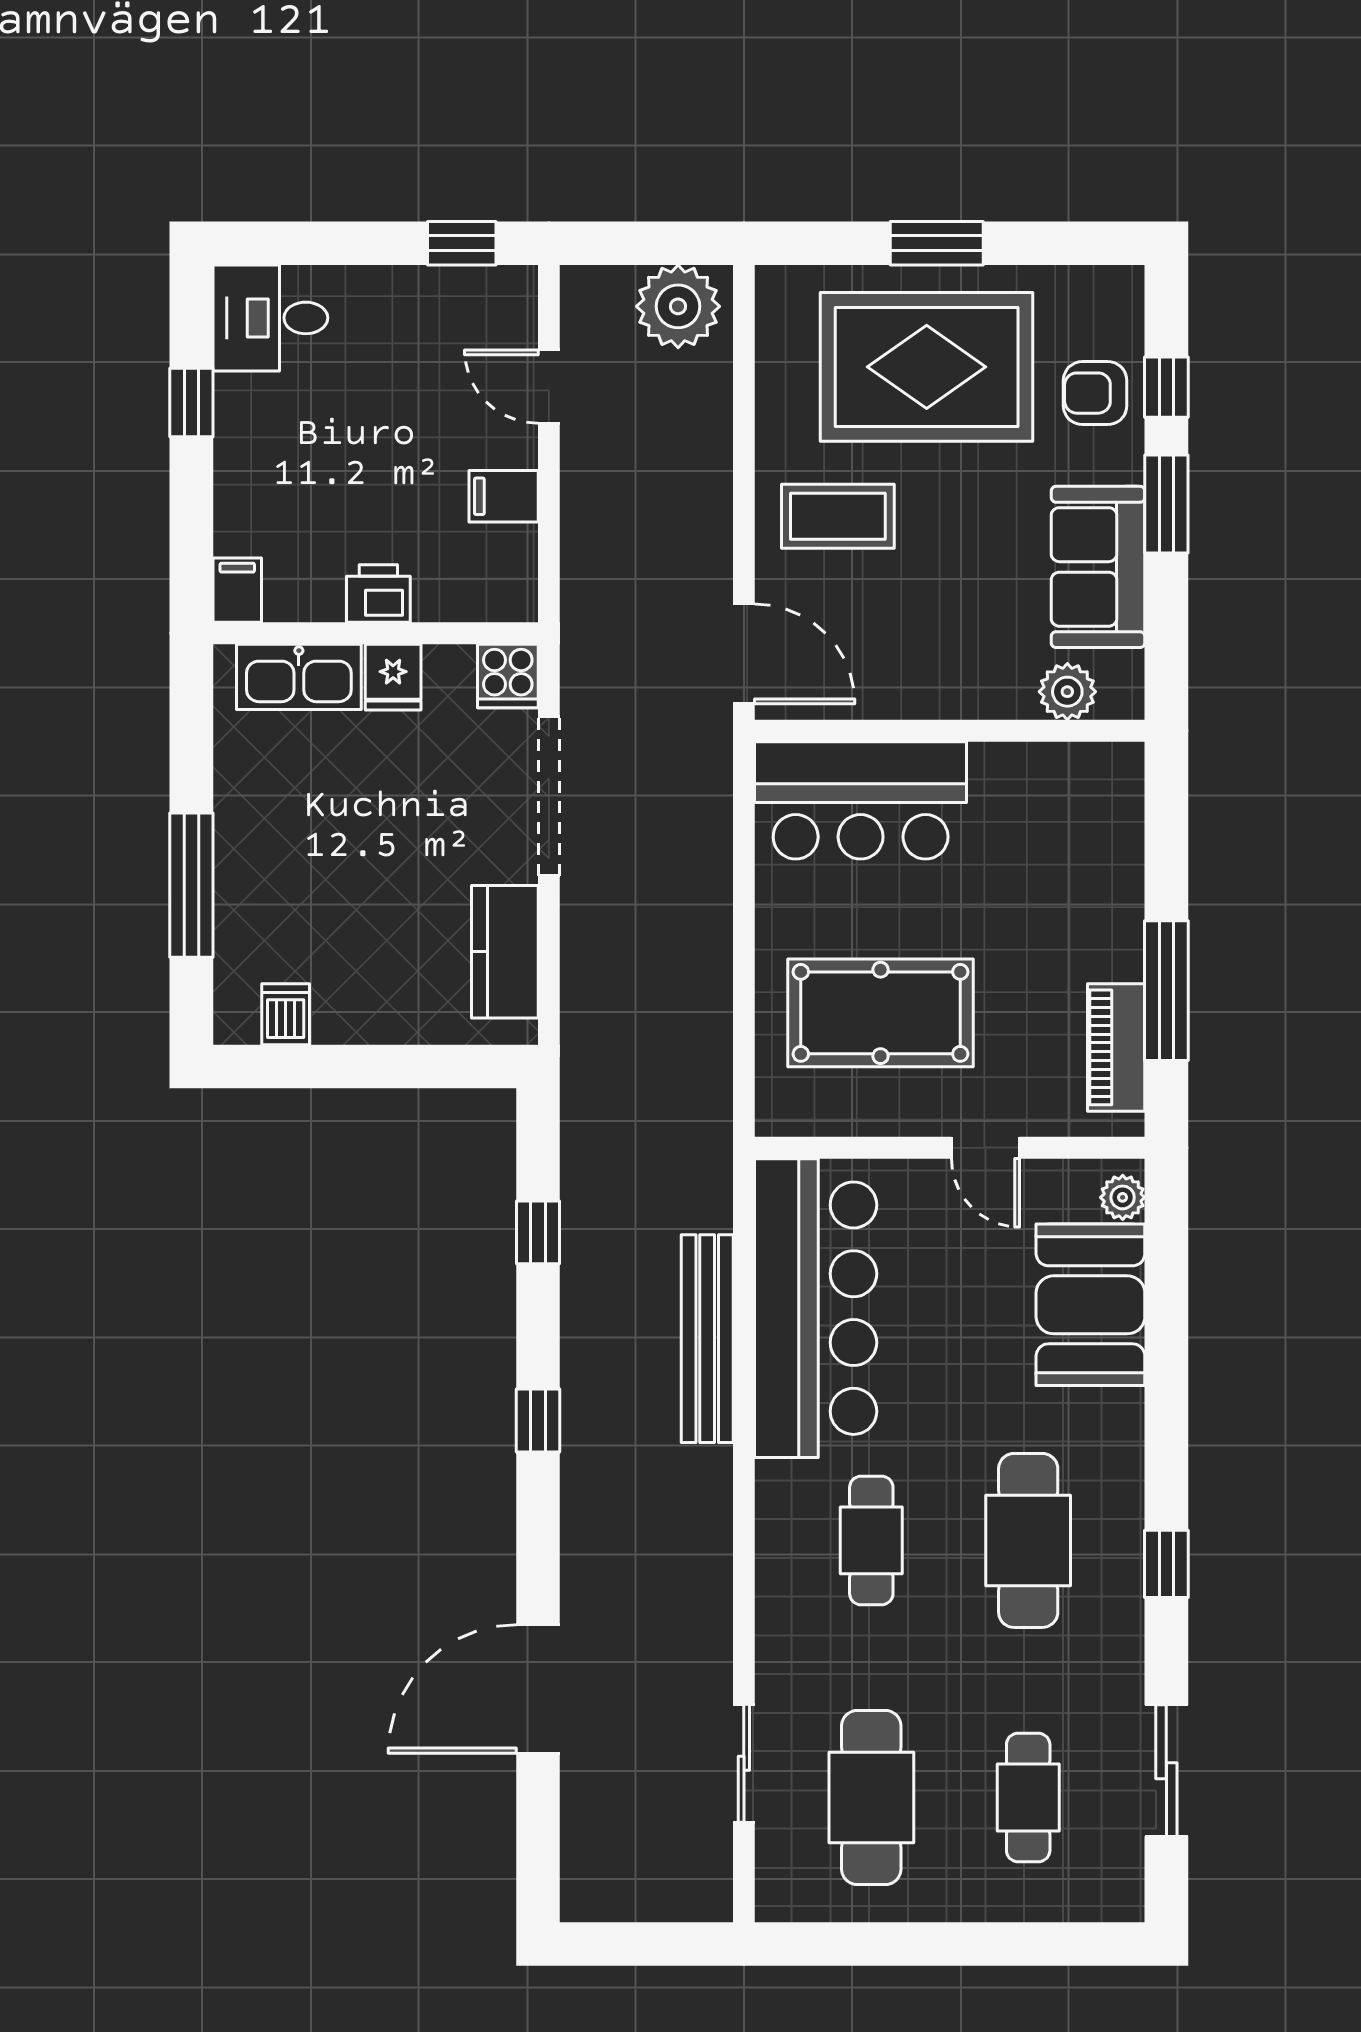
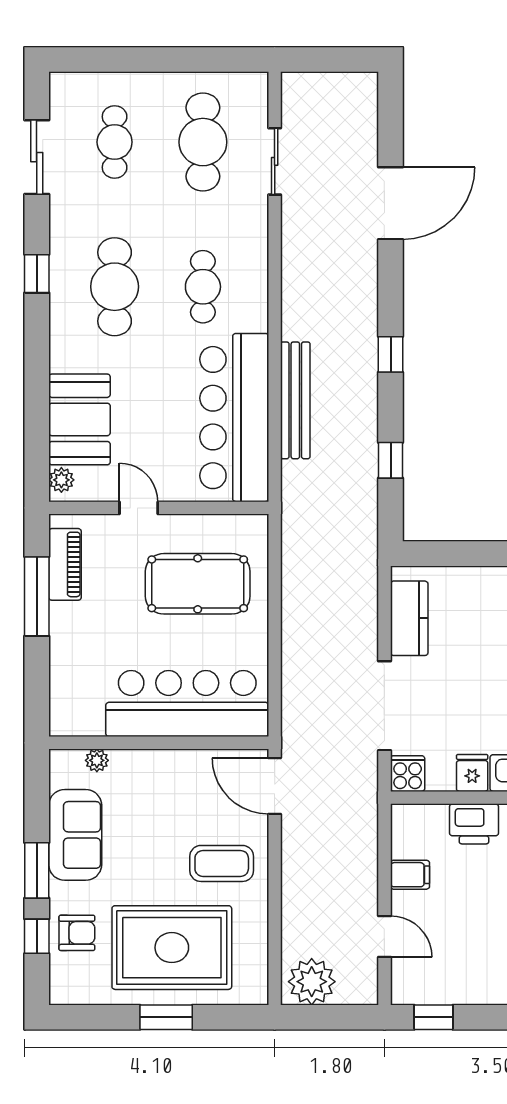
printer: (378, 594) -> (474, 824), width x1.36, depth x1.24
plant: (1067, 692) -> (97, 760), width x0.73, depth x0.73
bar counter: (861, 800) -> (187, 704), width x1.36

